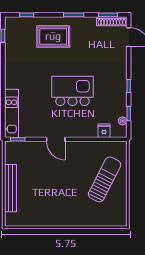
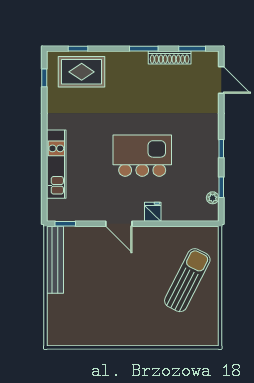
shoe rack: (112, 21) -> (170, 58), moved
rug: (53, 36) -> (82, 72), moved
kitchen unit: (11, 113) -> (56, 164), moved
fridge: (104, 131) -> (153, 212), moved
bench: (11, 188) -> (55, 260), moved

